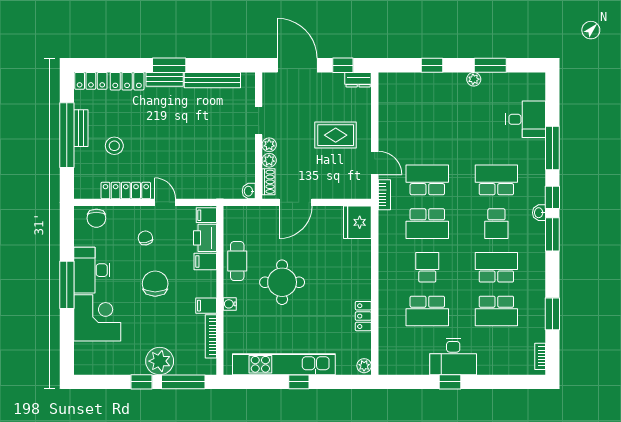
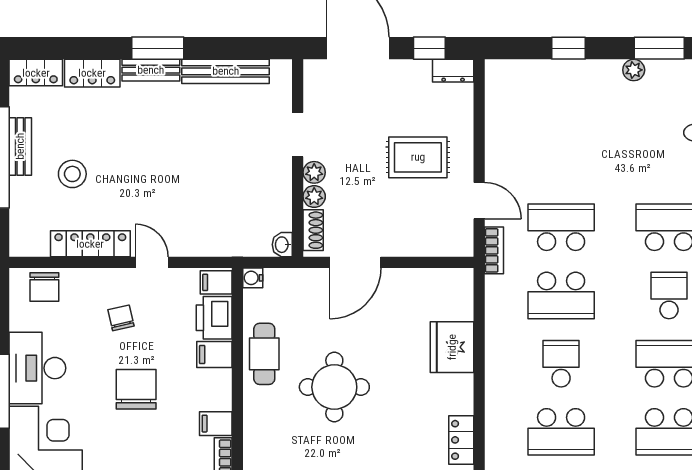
fridge: (357, 222) -> (452, 347), moved
school desk: (496, 224) -> (669, 295), turned 180
water cooler: (230, 304) -> (253, 278), moved

